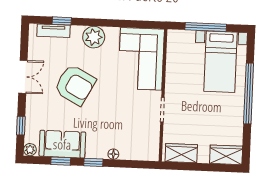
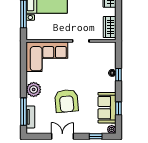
window: (62, 21) -> (24, 112), width x2.17
armchair: (75, 85) -> (66, 101), turned 147
window: (93, 162) -> (118, 75), moved

